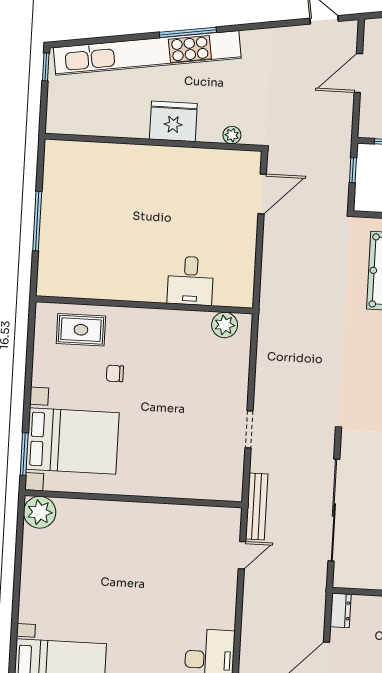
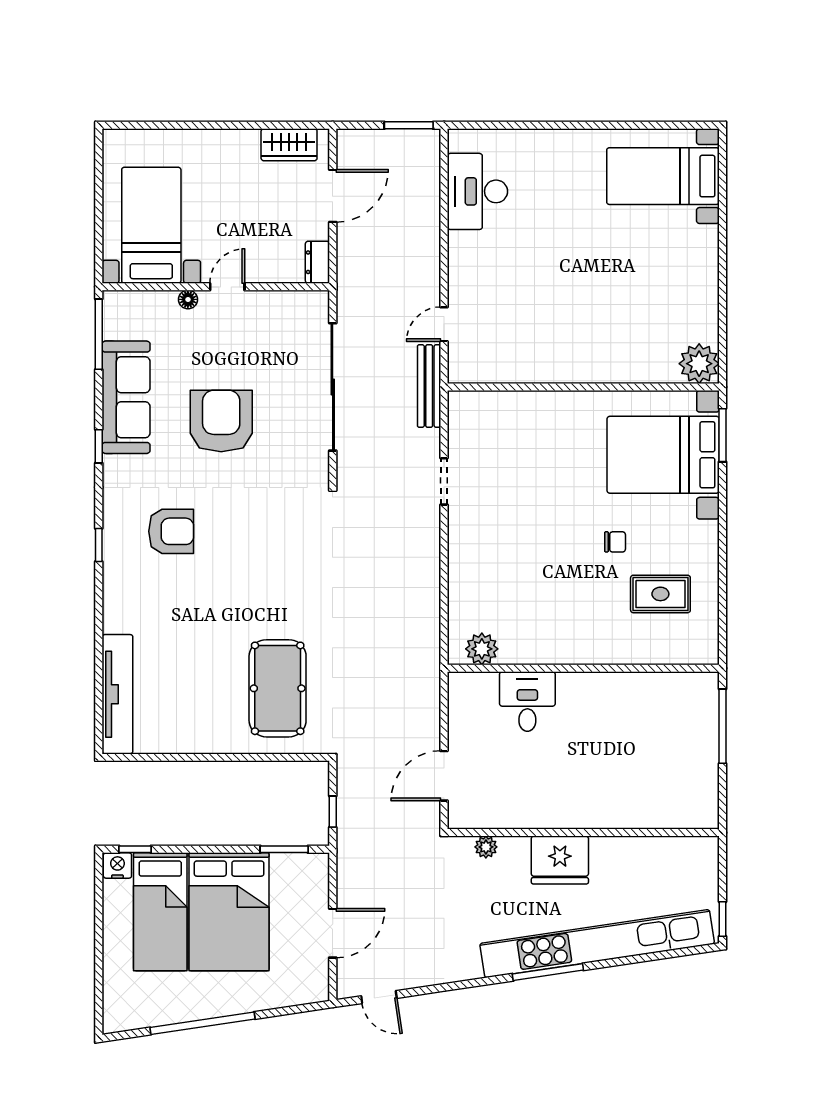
desk: (190, 281) -> (527, 702), moved
wall: (144, 305) -> (583, 668), moved
plant: (225, 325) -> (482, 649), moved

